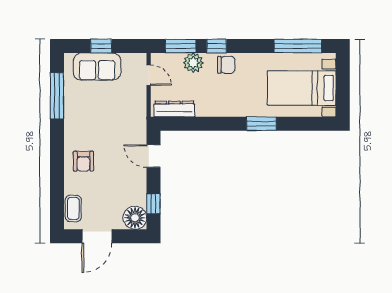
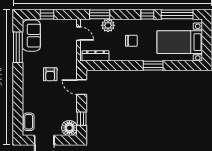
window: (217, 46) -> (147, 14), moved
chair: (226, 65) -> (131, 41), moved
sofa: (97, 67) -> (31, 36), moved, turned -90
armchair: (83, 161) -> (50, 74), moved

